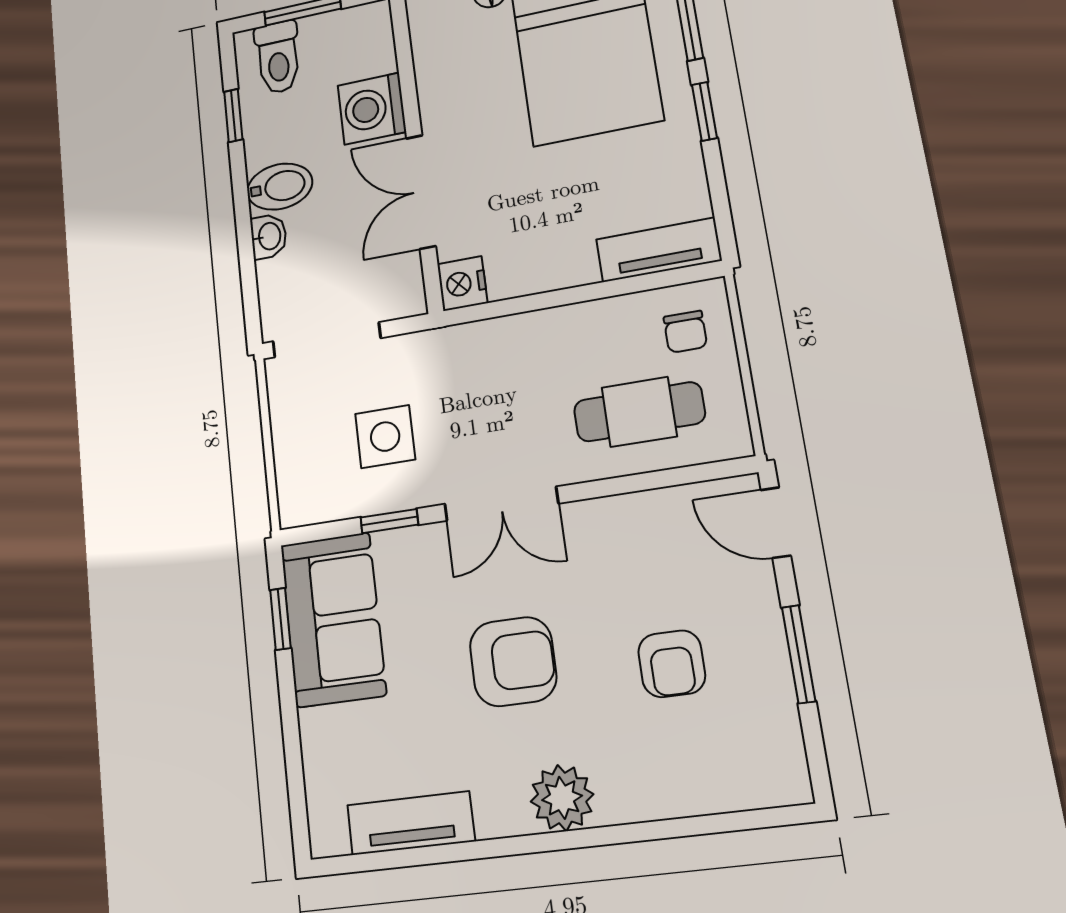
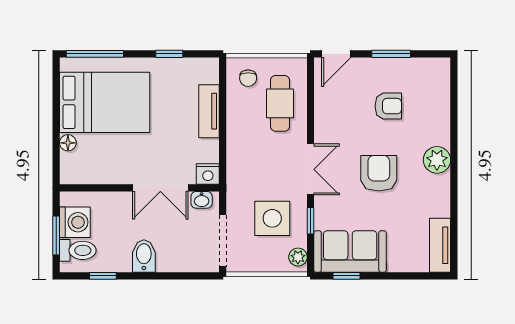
washing machine: (372, 109) -> (75, 222), moved, turned -90
window: (704, 111) -> (169, 54), moved
washbasin: (269, 236) -> (202, 200), moved, turned 180
tv unit: (659, 250) -> (209, 111), moved
chair: (685, 332) -> (248, 78), turned 90
side table: (385, 437) -> (272, 218), width x1.37, depth x1.37
plant: (309, 506) -> (298, 257), added
tv unit: (411, 823) -> (440, 245), moved

